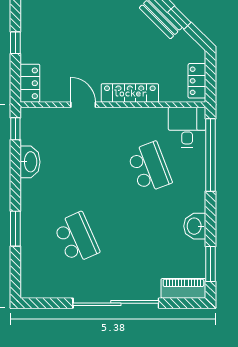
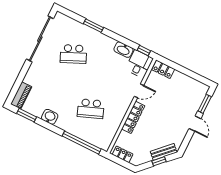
window: (15, 43) -> (187, 72), removed
desk: (187, 127) -> (139, 64), moved, turned -90
sliding door: (116, 303) -> (40, 39), moved

